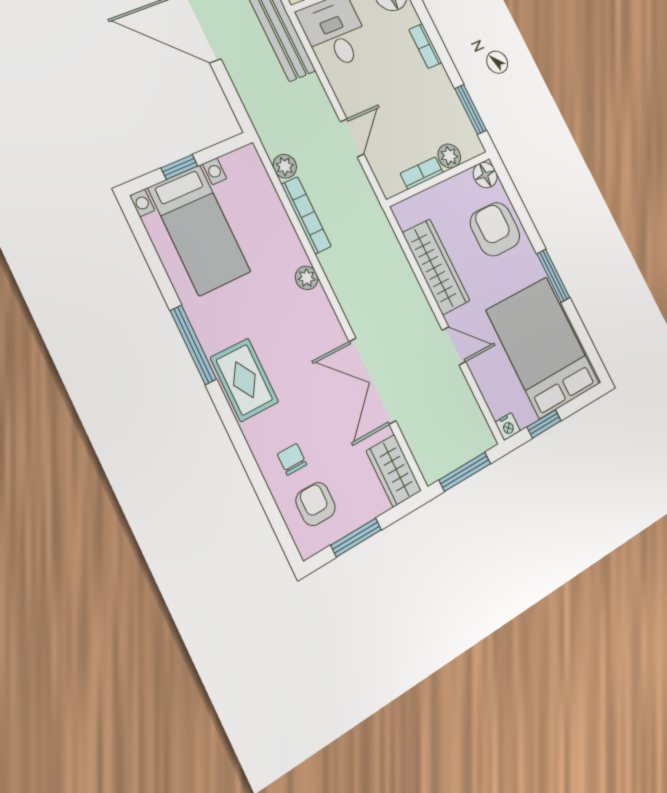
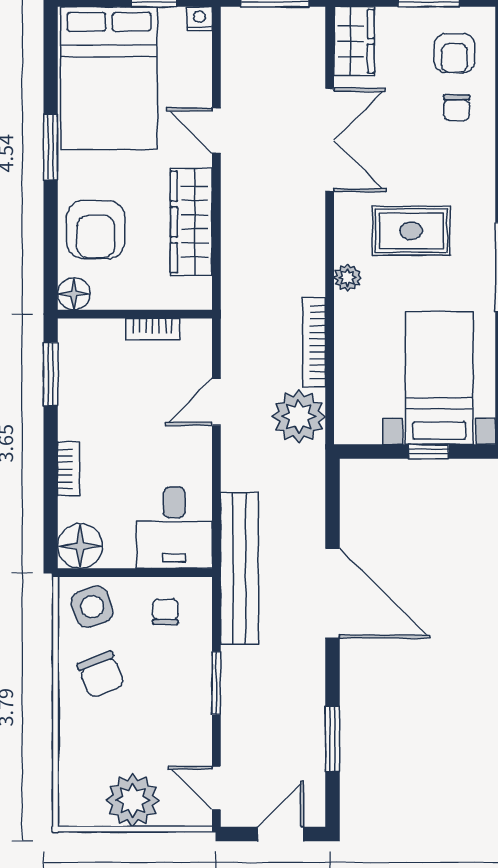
plant: (449, 156) -> (108, 334), removed
plant: (285, 166) -> (299, 416), width x1.87, depth x1.87
rug: (244, 380) -> (411, 231), moved, turned 90

